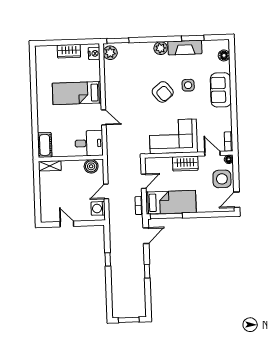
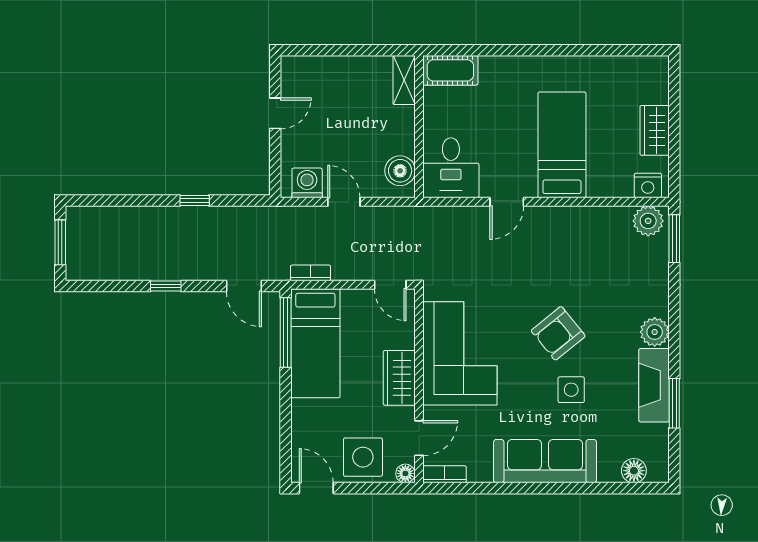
sofa: (221, 90) -> (545, 461), width x1.36
door: (144, 181) -> (390, 285), moved

